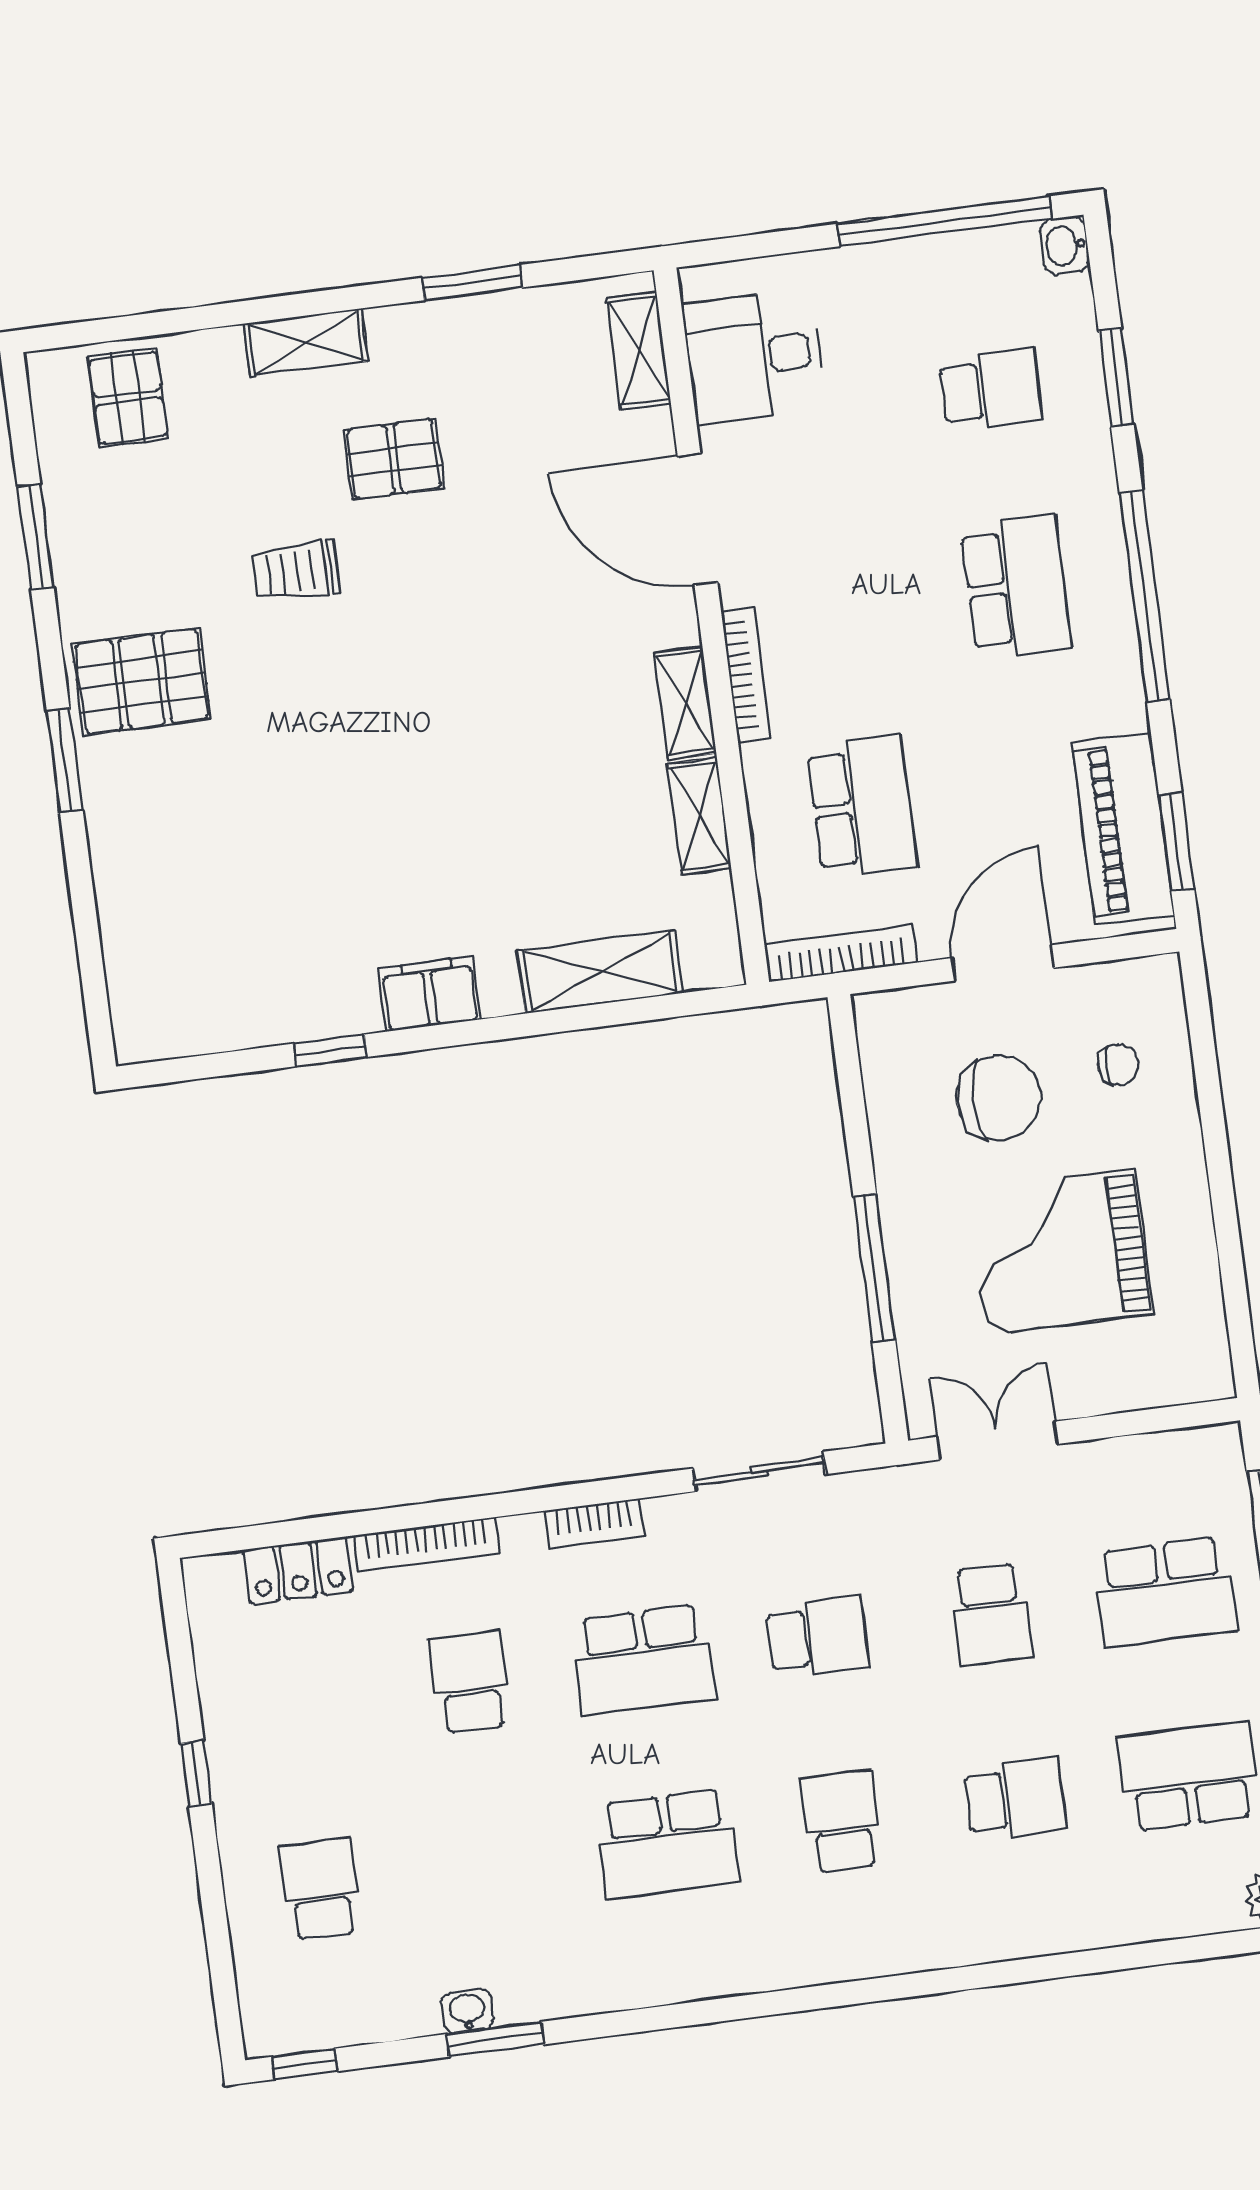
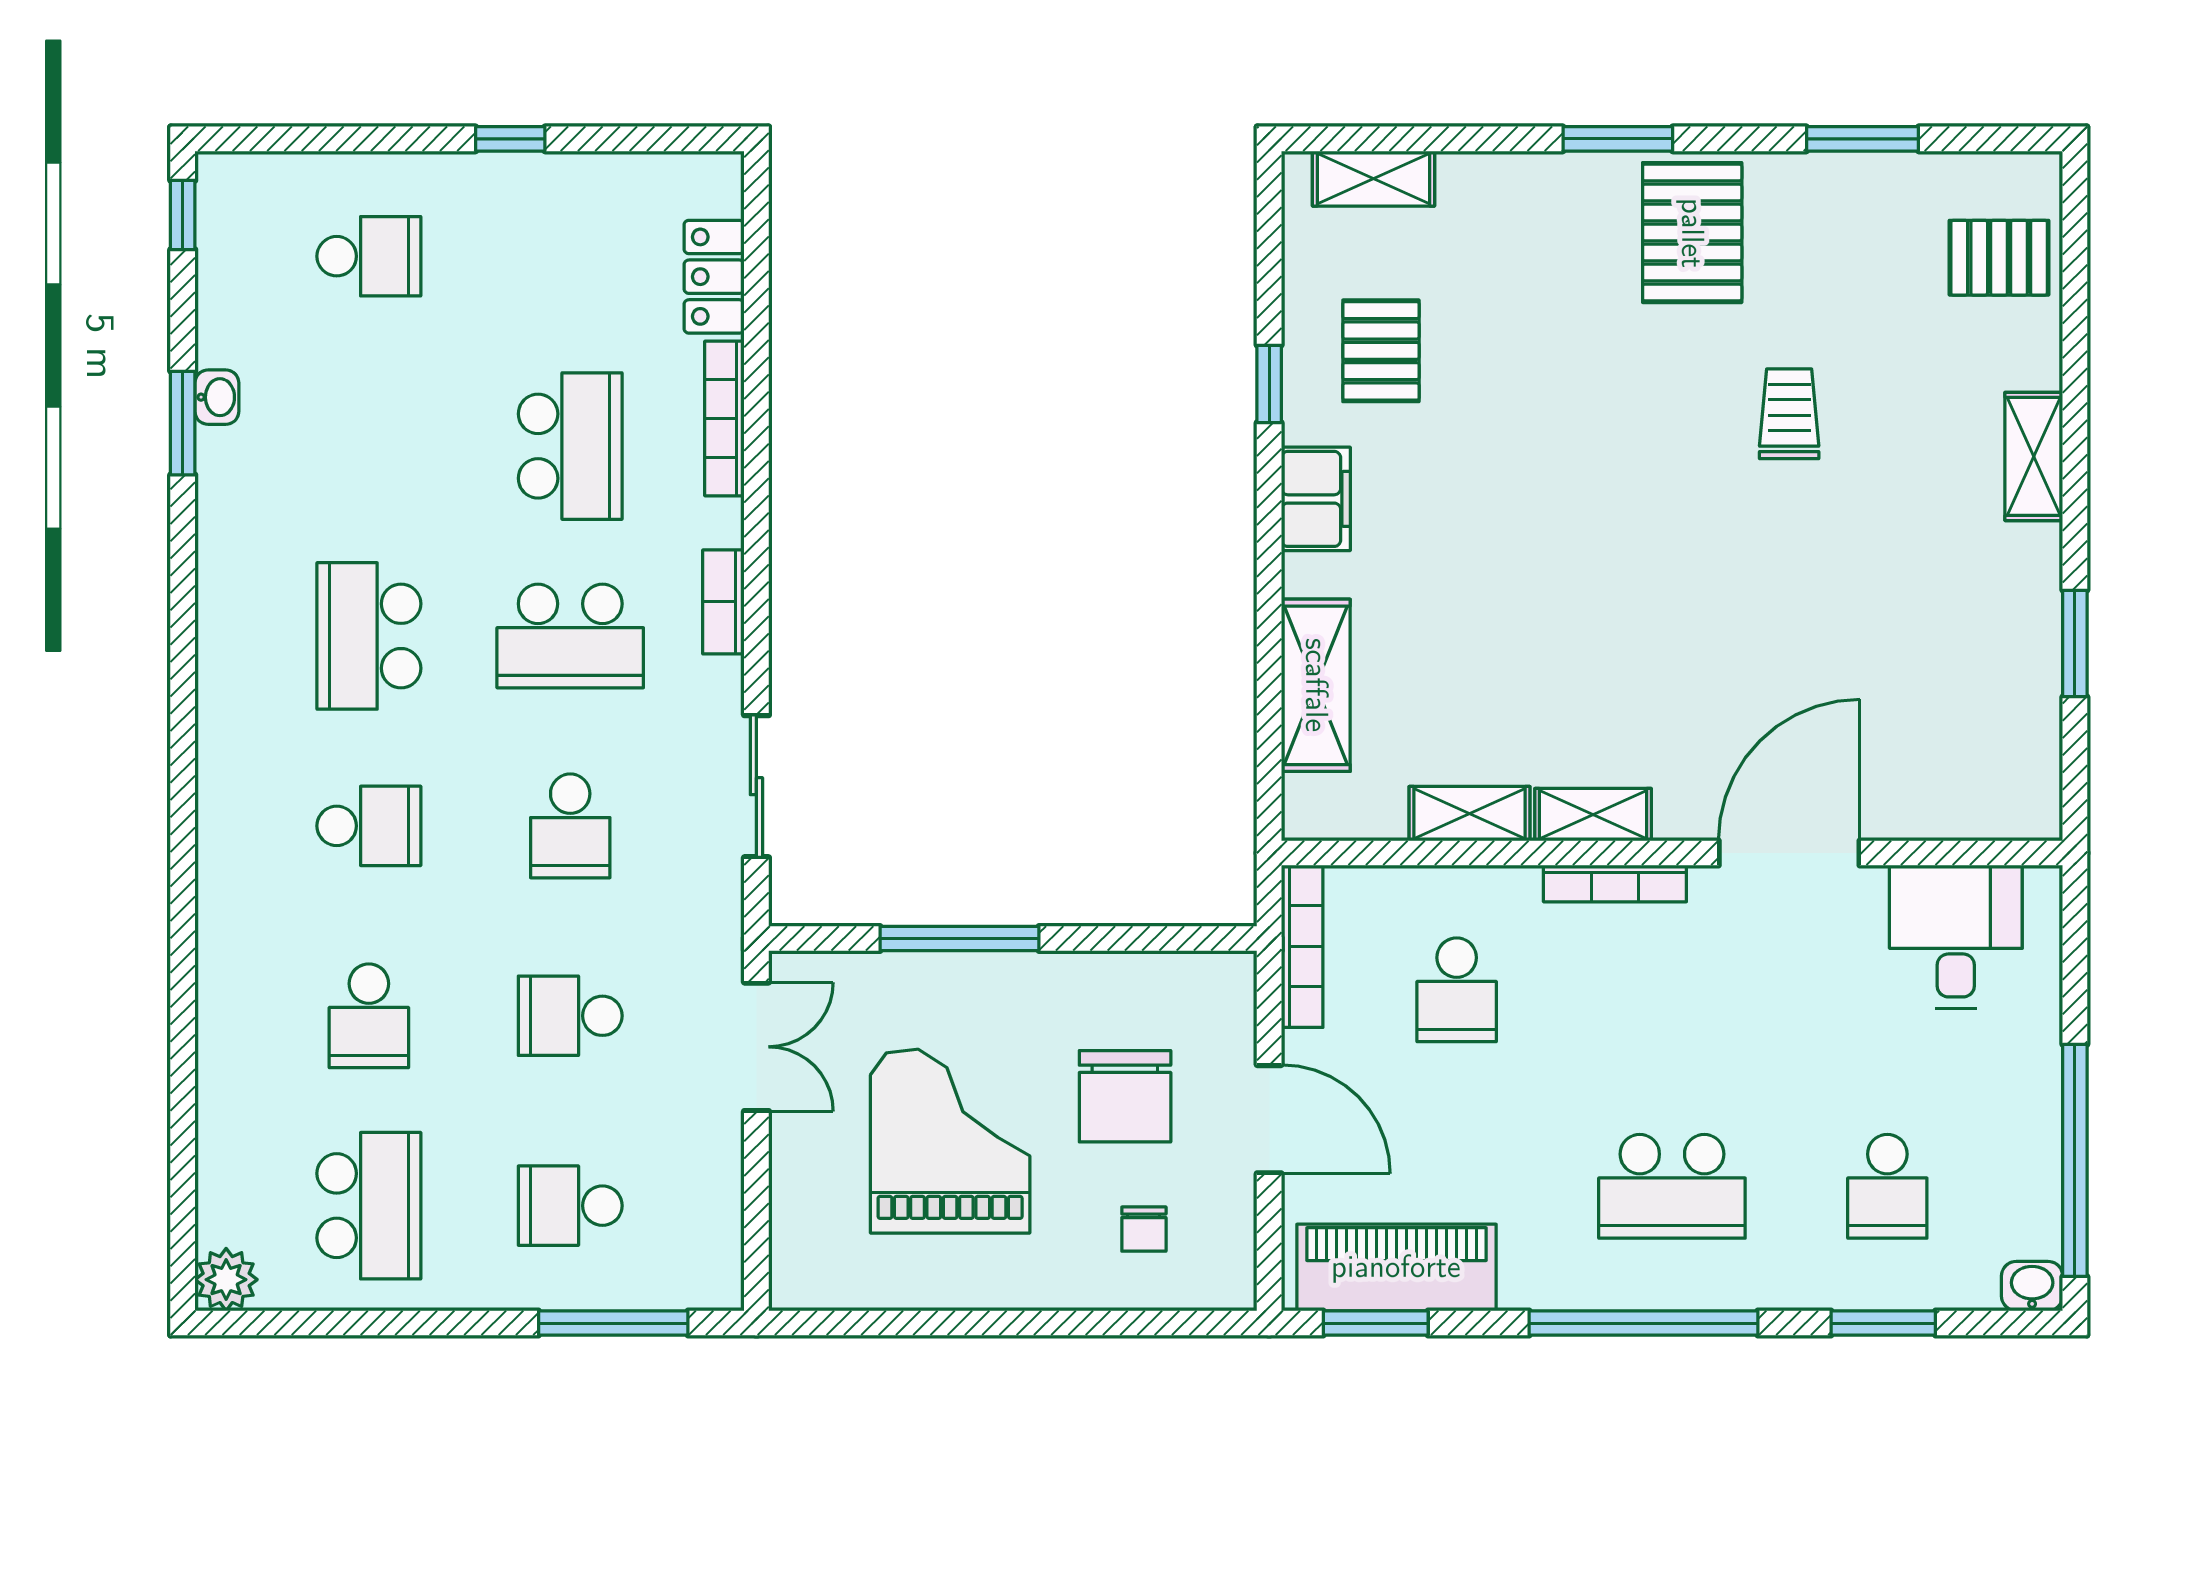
shelving: (639, 351) -> (1374, 179), moved
pallet: (394, 459) -> (1381, 351), moved
school desk: (862, 807) -> (1457, 990), width x0.54
school desk: (1165, 1592) -> (570, 1206), width x0.54
school desk: (644, 1660) -> (570, 636), turned -90
school desk: (470, 1682) -> (570, 446), width x1.85

